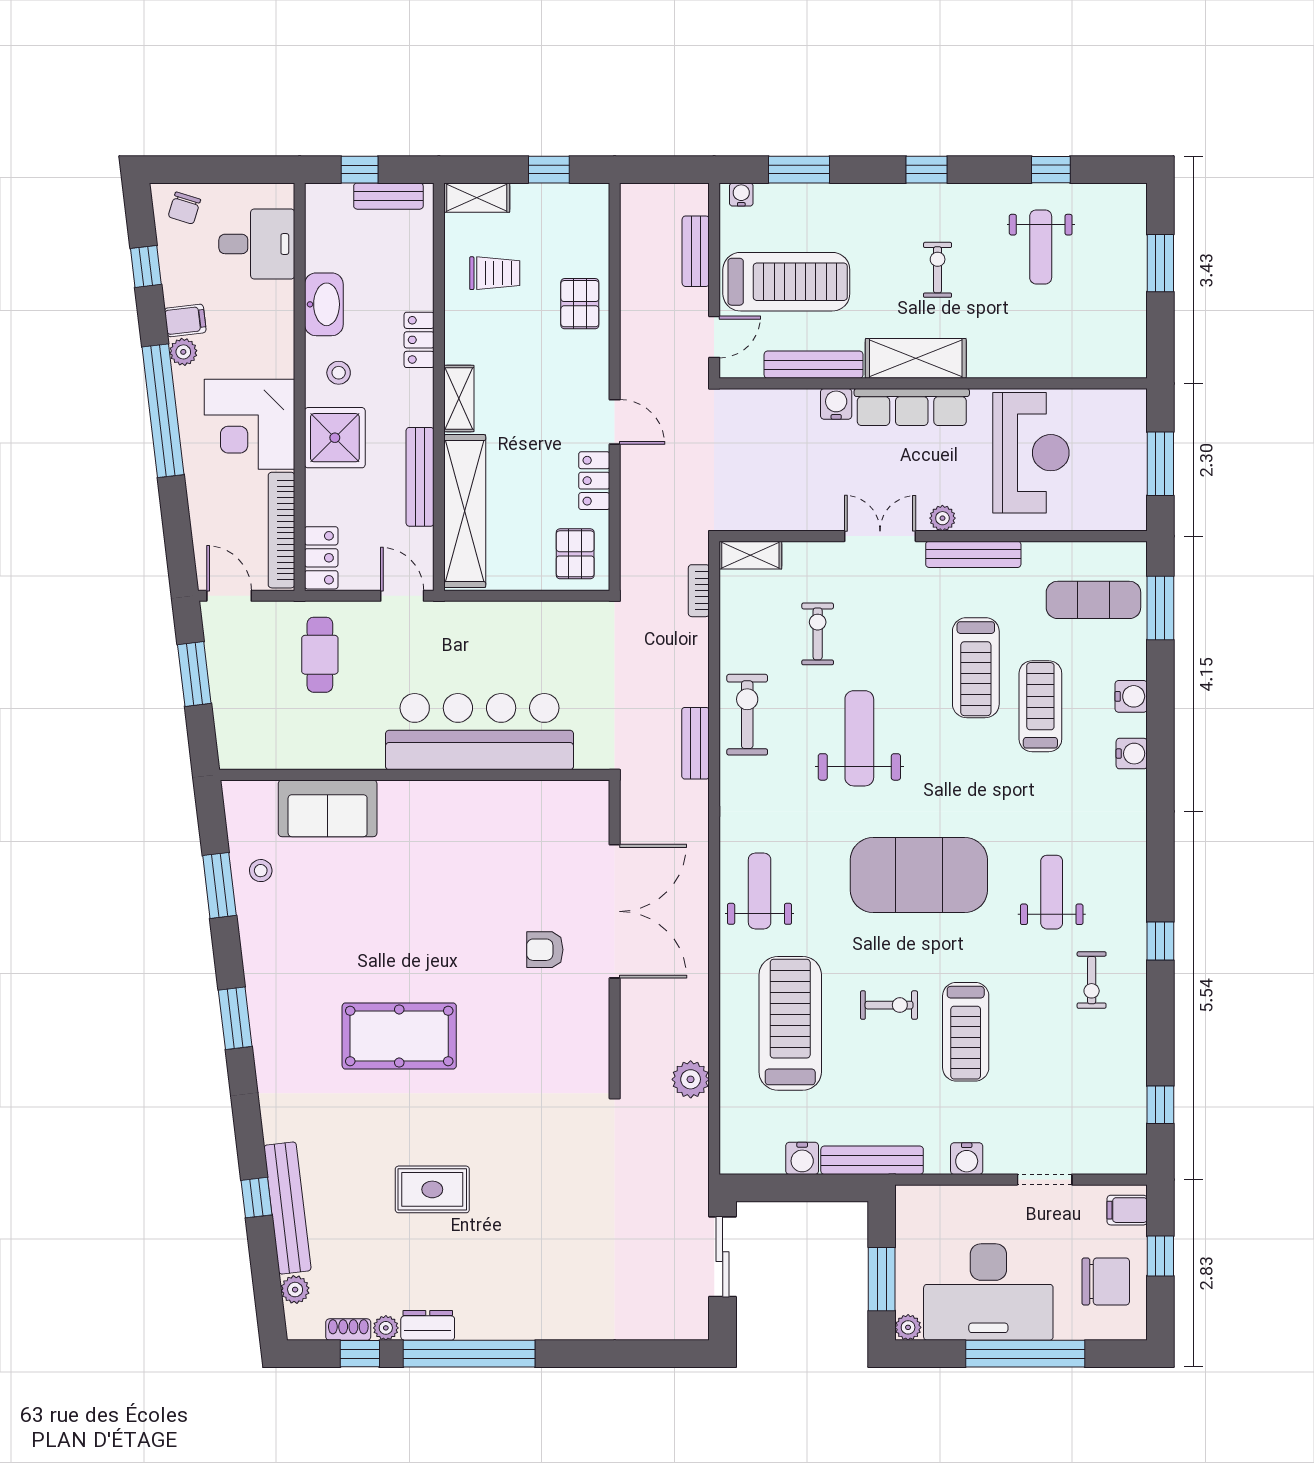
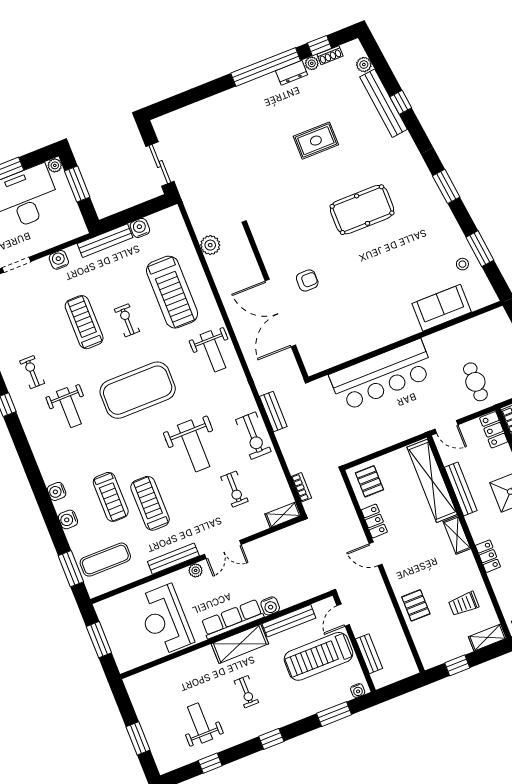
exercise bike: (889, 1005) -> (127, 320), turned 90

